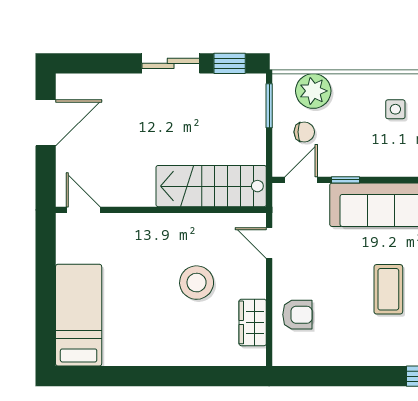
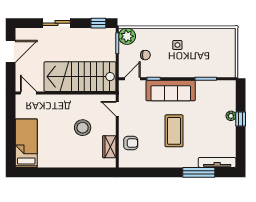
sliding door: (171, 63) -> (56, 23), moved
plant: (313, 91) -> (127, 36), moved
chair: (304, 132) -> (145, 55), moved
stairs: (211, 186) -> (80, 77), width x1.36, depth x1.51
coffee table: (388, 289) -> (174, 131), width x1.36, depth x1.32

